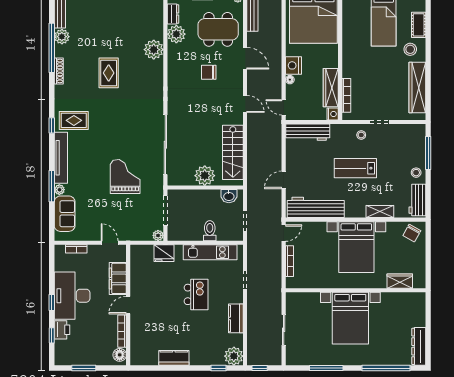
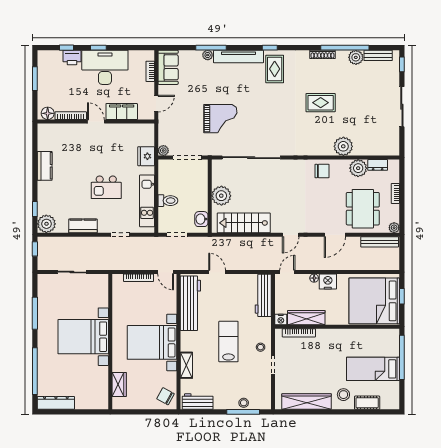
chair: (209, 72) -> (322, 171), moved, turned 90
stool: (416, 173) -> (244, 403), moved
sofa: (65, 214) -> (168, 67), moved, turned -90

